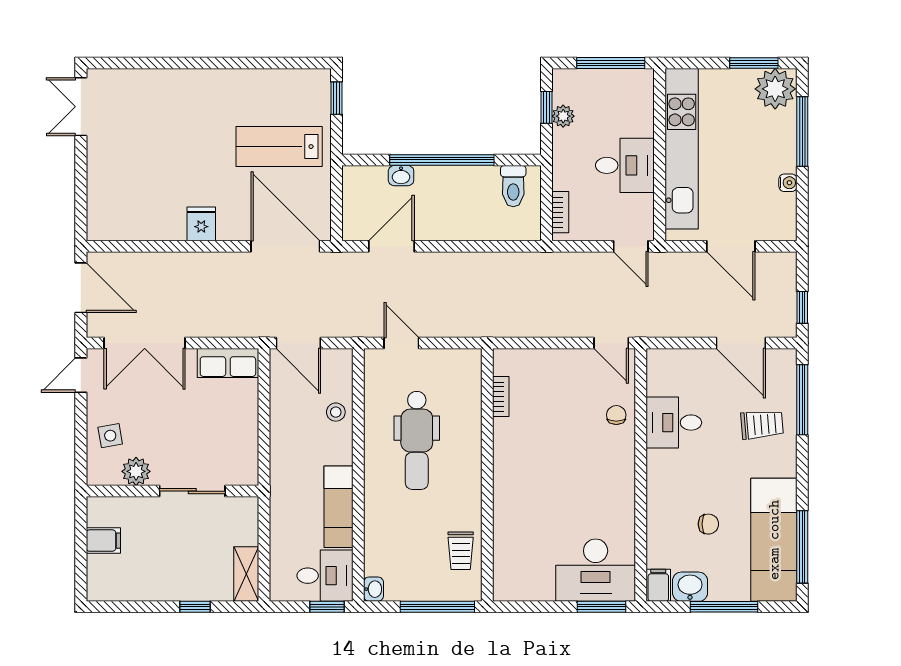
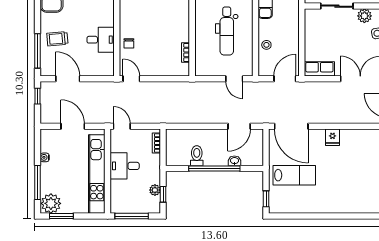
toilet: (513, 186) -> (197, 156), moved
door: (298, 343) -> (285, 79), hinge flipped
dental chair: (417, 440) -> (227, 31), turned 180

